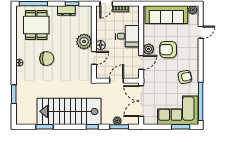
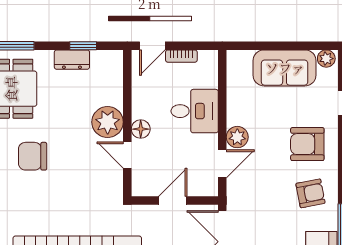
sofa: (166, 15) -> (285, 68), width x0.73
armchair: (168, 50) -> (307, 144), moved
door: (94, 58) -> (127, 155), swing flipped
chair: (47, 59) -> (33, 156), turned 180

